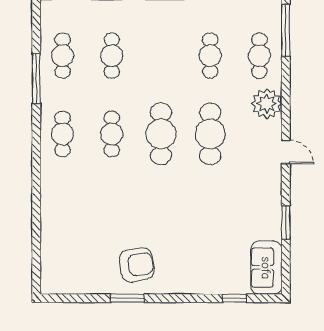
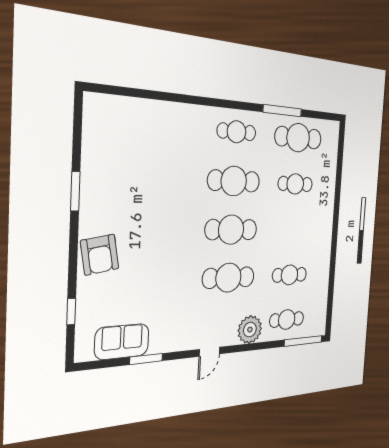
cafe table: (63, 56) -> (298, 138), width x1.37, depth x1.35
cafe table: (112, 134) -> (234, 181), width x1.37, depth x1.35
armchair: (137, 265) -> (100, 255), moved
sofa: (266, 268) -> (122, 342), moved

